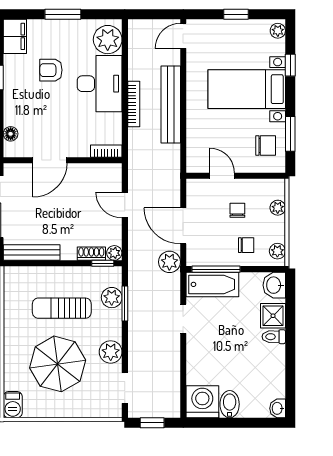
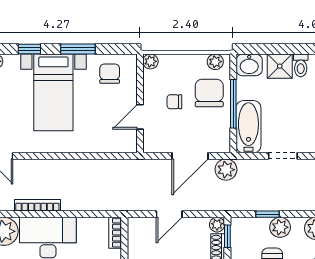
bookcase: (134, 104) -> (37, 205), moved
bench: (171, 105) -> (69, 168), removed
window: (290, 134) -> (78, 49), moved
plant: (278, 208) -> (150, 61), moved
chair: (246, 245) -> (209, 93), width x1.87, depth x1.87
window: (216, 269) -> (233, 104), moved
plant: (112, 298) -> (280, 227), moved
window: (125, 304) -> (268, 214), width x0.67

